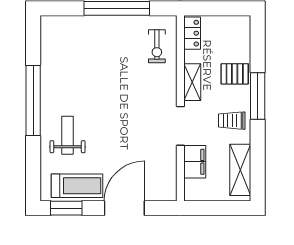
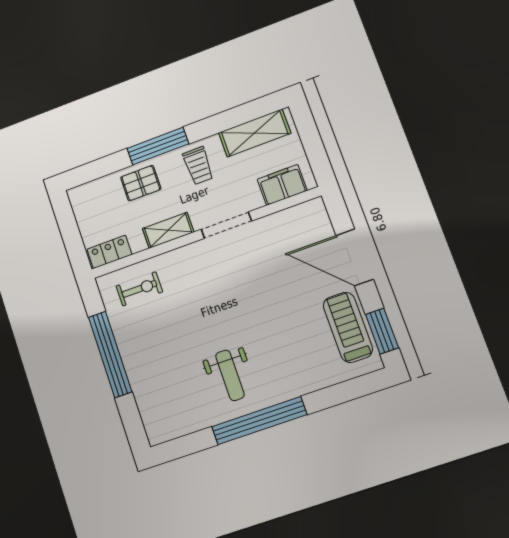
pallet: (235, 74) -> (141, 183), turned 90
weight bench: (68, 135) -> (230, 375), moved, turned -90
filing cabinet: (195, 162) -> (282, 185), moved

